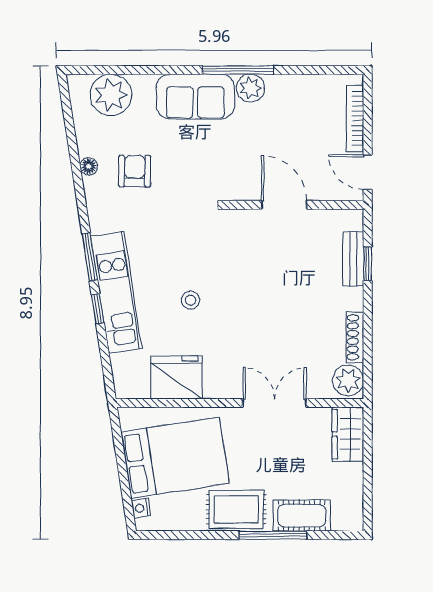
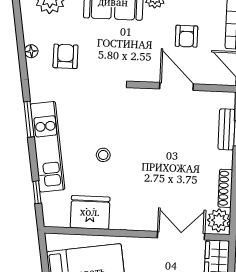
armchair: (294, 137) -> (187, 36), added
window: (98, 309) -> (37, 192), moved
double door: (275, 403) -> (181, 236), moved

